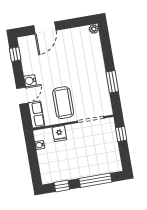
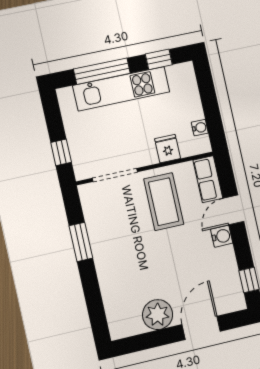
plant: (94, 29) -> (158, 315), moved, width x1.88, depth x1.88
kitchen unit: (85, 170) -> (121, 89), added

